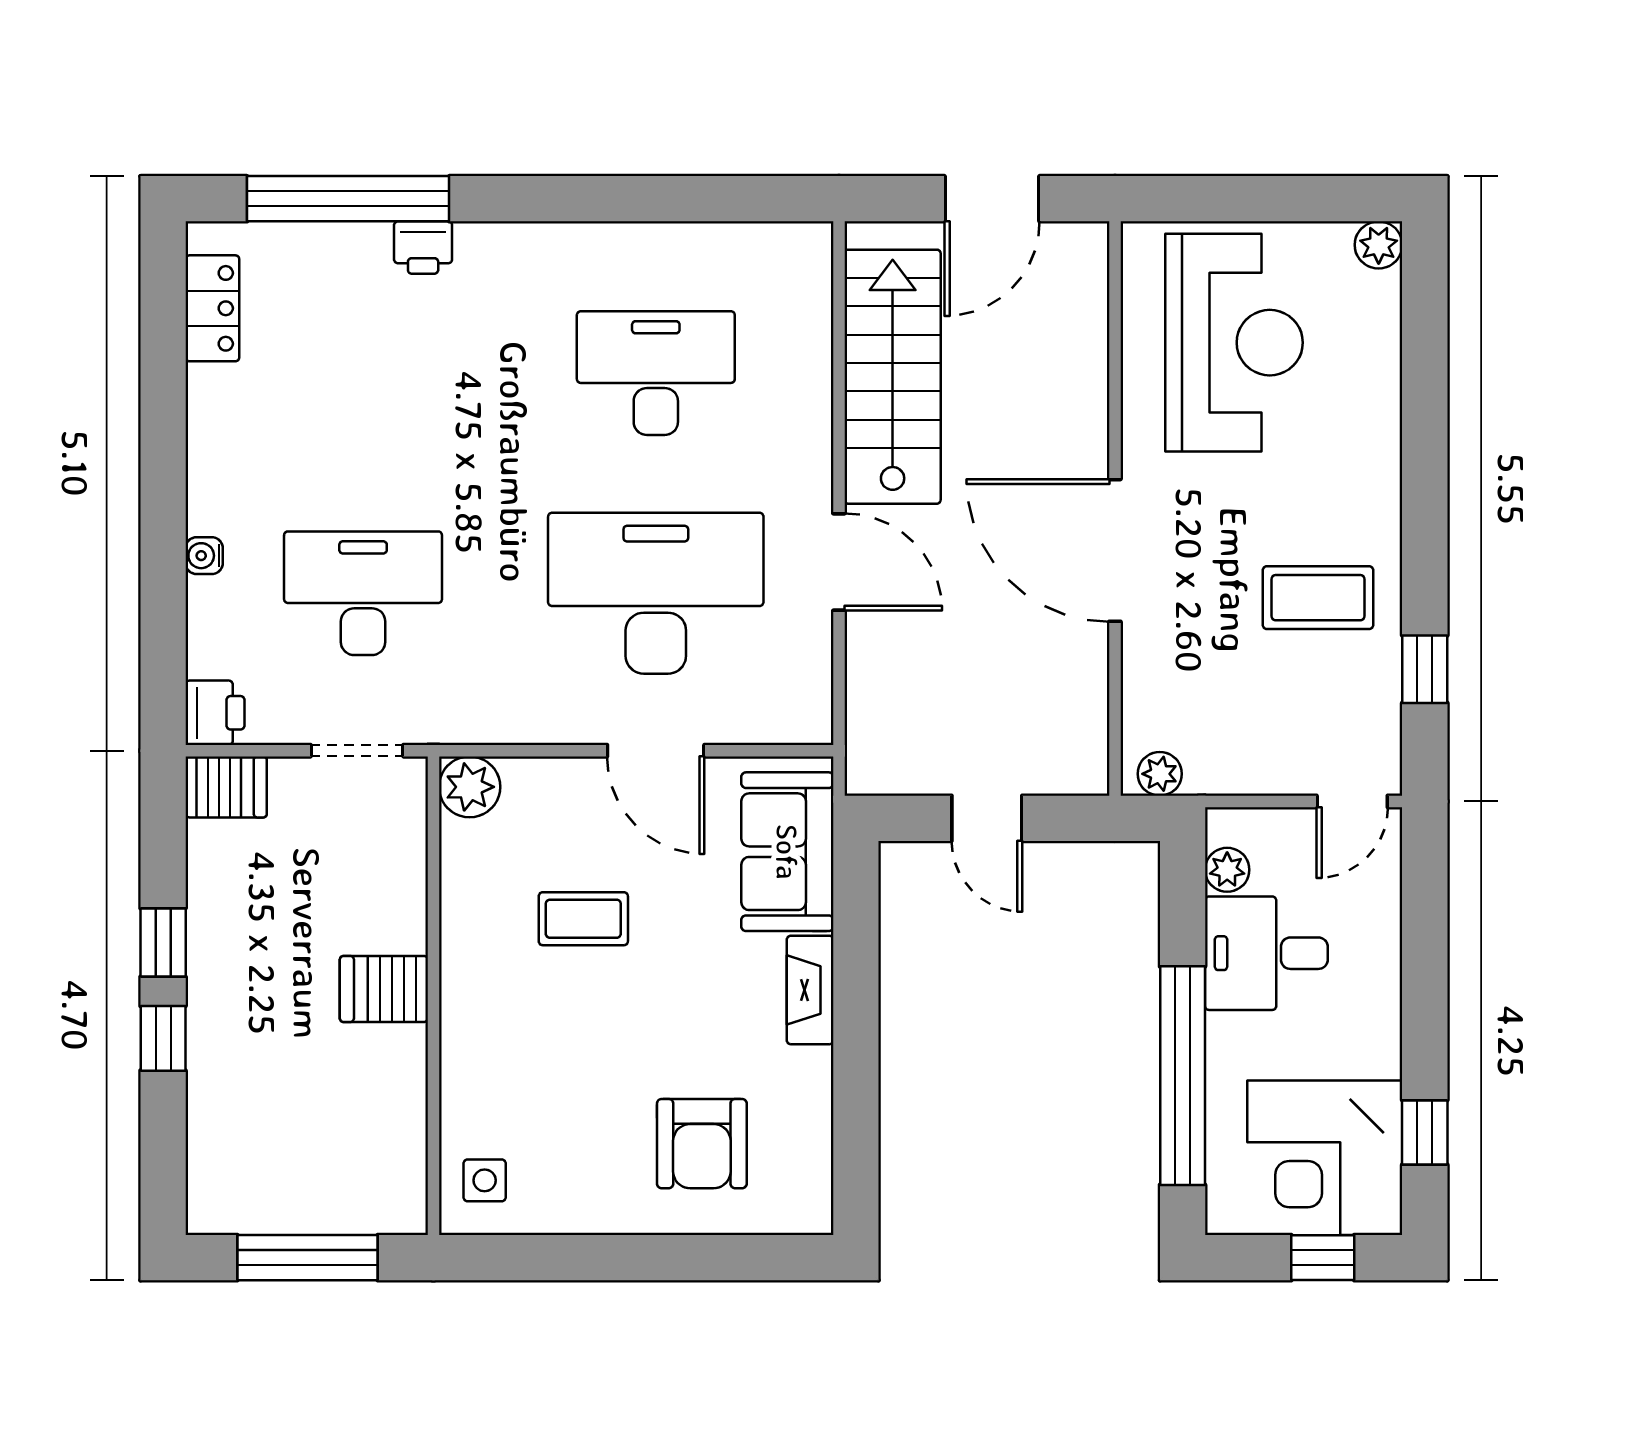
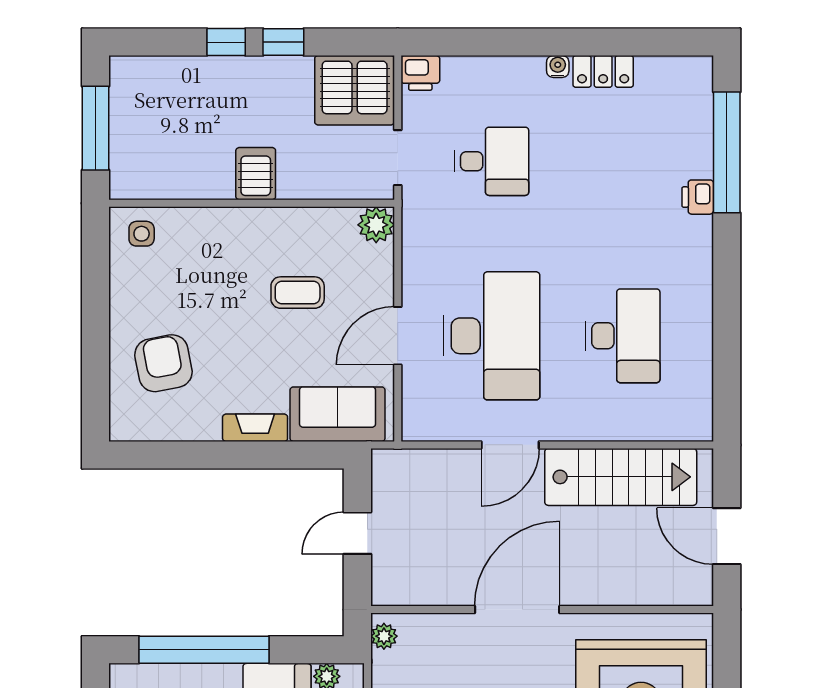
locker: (212, 308) -> (603, 71), moved
water cooler: (204, 556) -> (558, 67), moved
desk: (363, 593) -> (492, 161), width x0.73
server rack: (226, 787) -> (355, 90), width x2.18, depth x1.44
coffee table: (583, 919) -> (298, 293), turned 90
armchair: (702, 1144) -> (163, 363), turned 79

